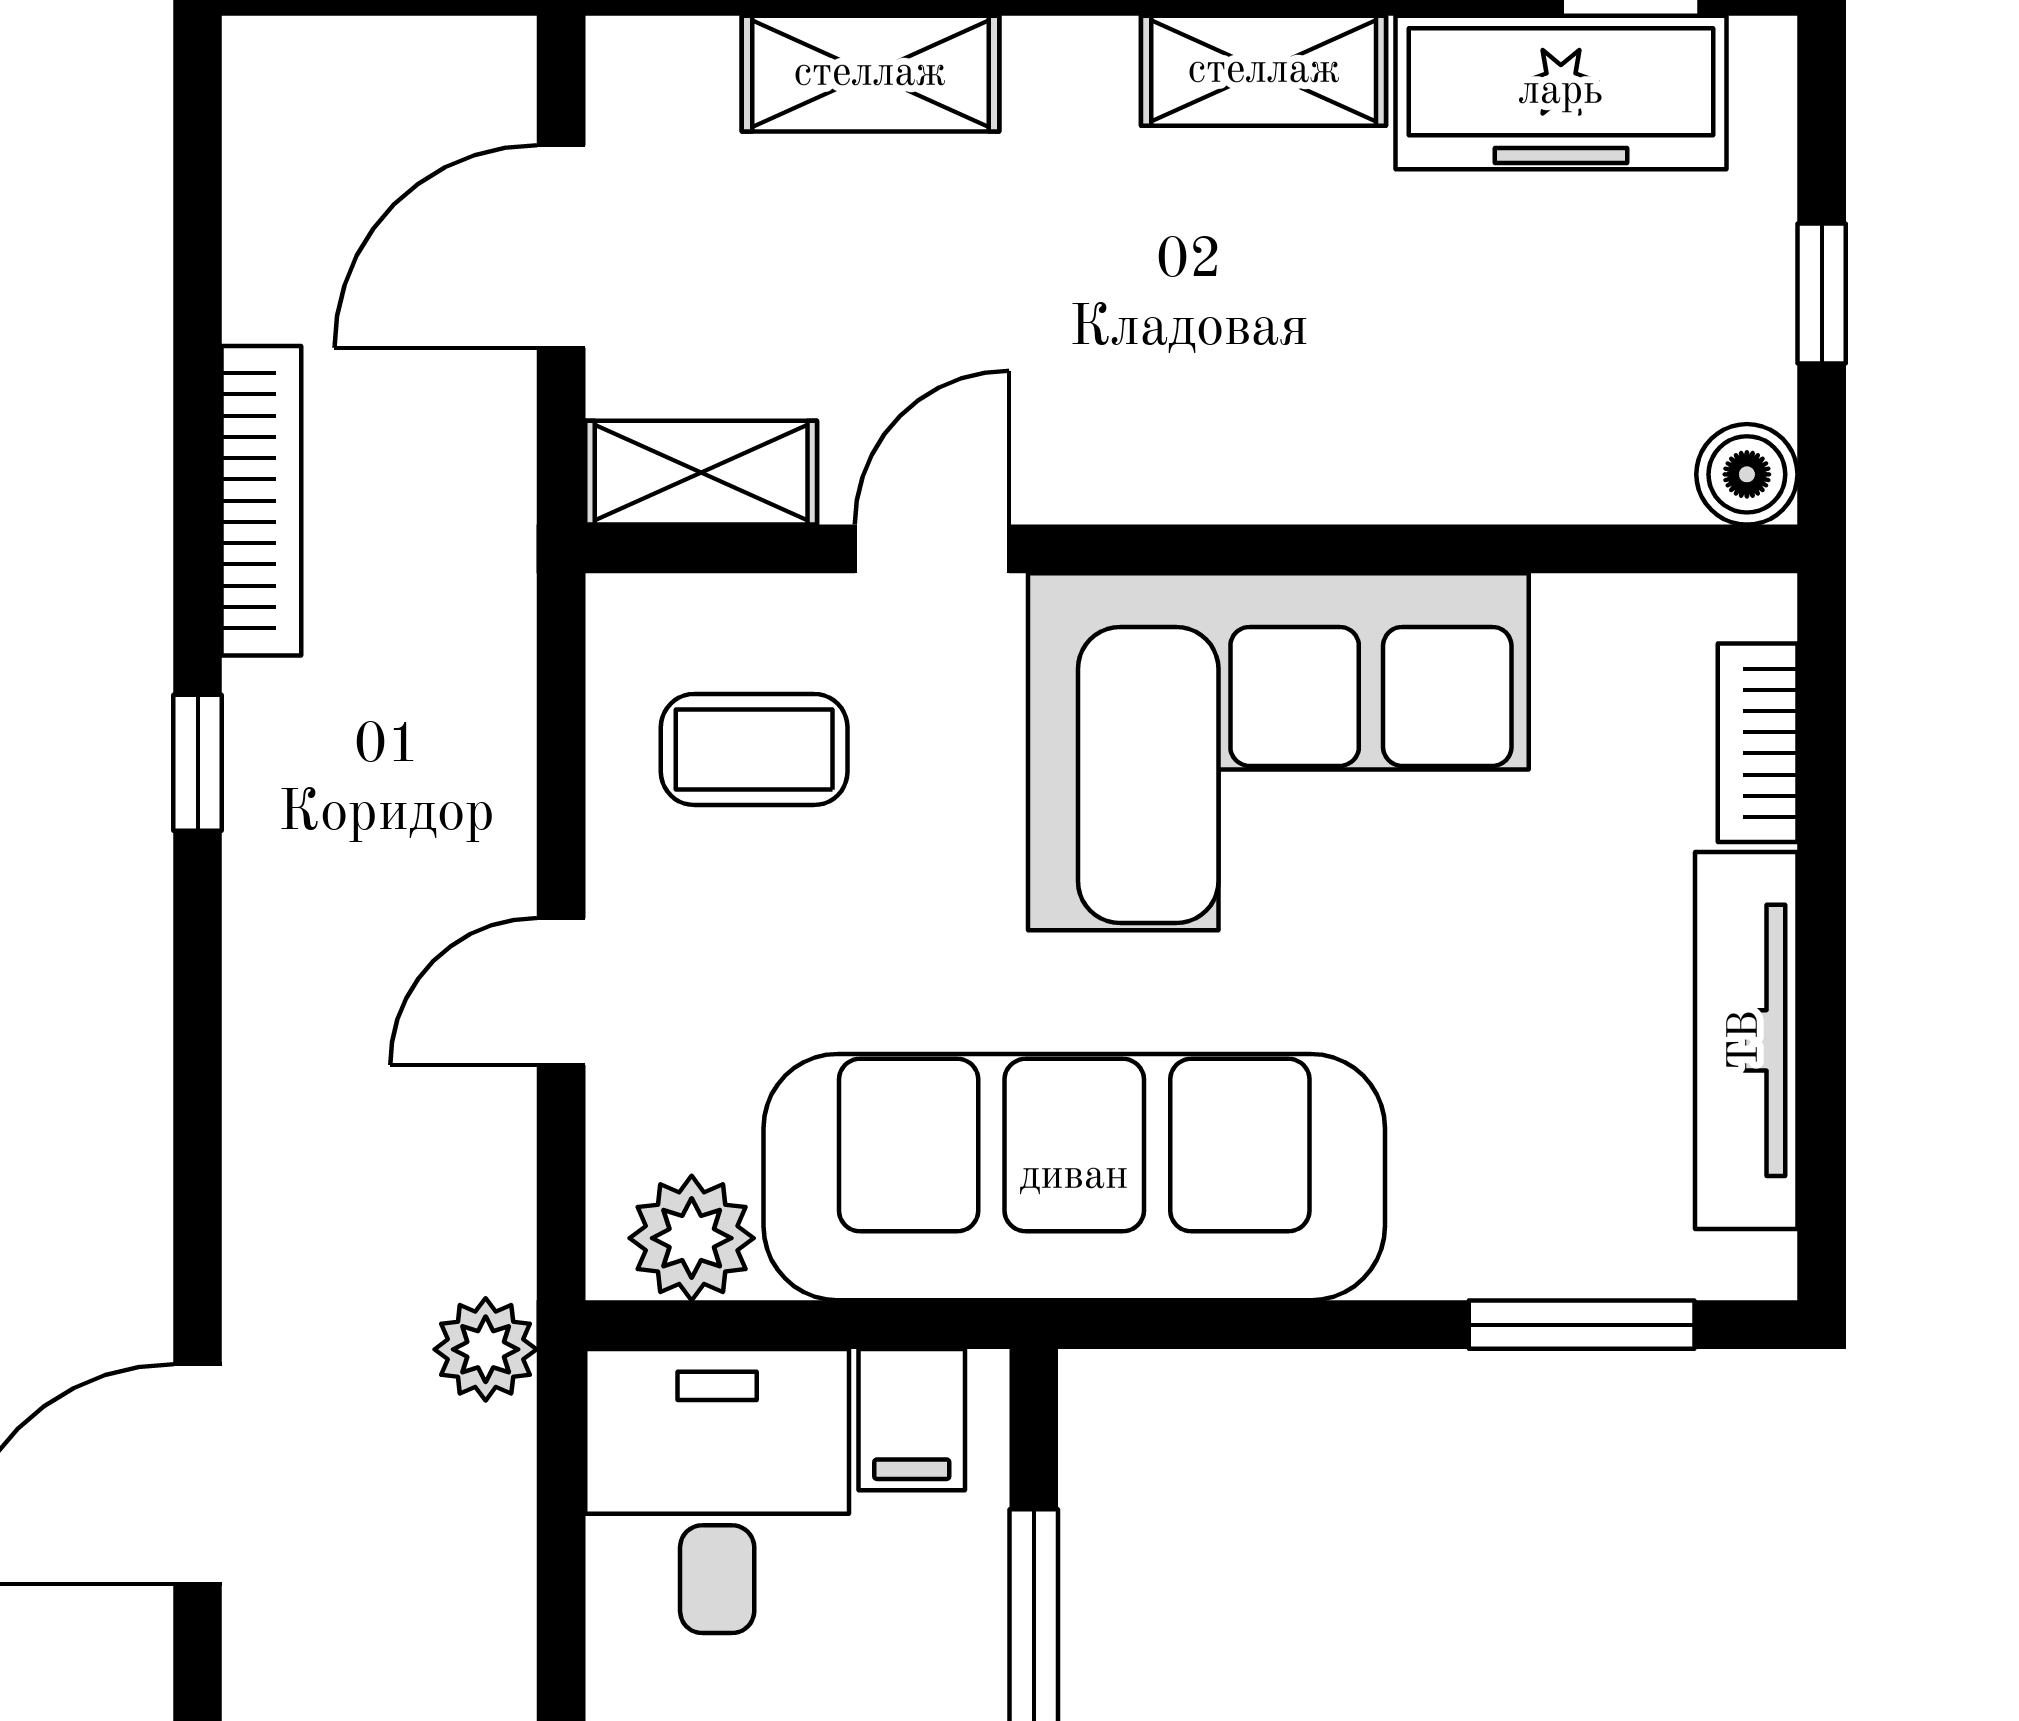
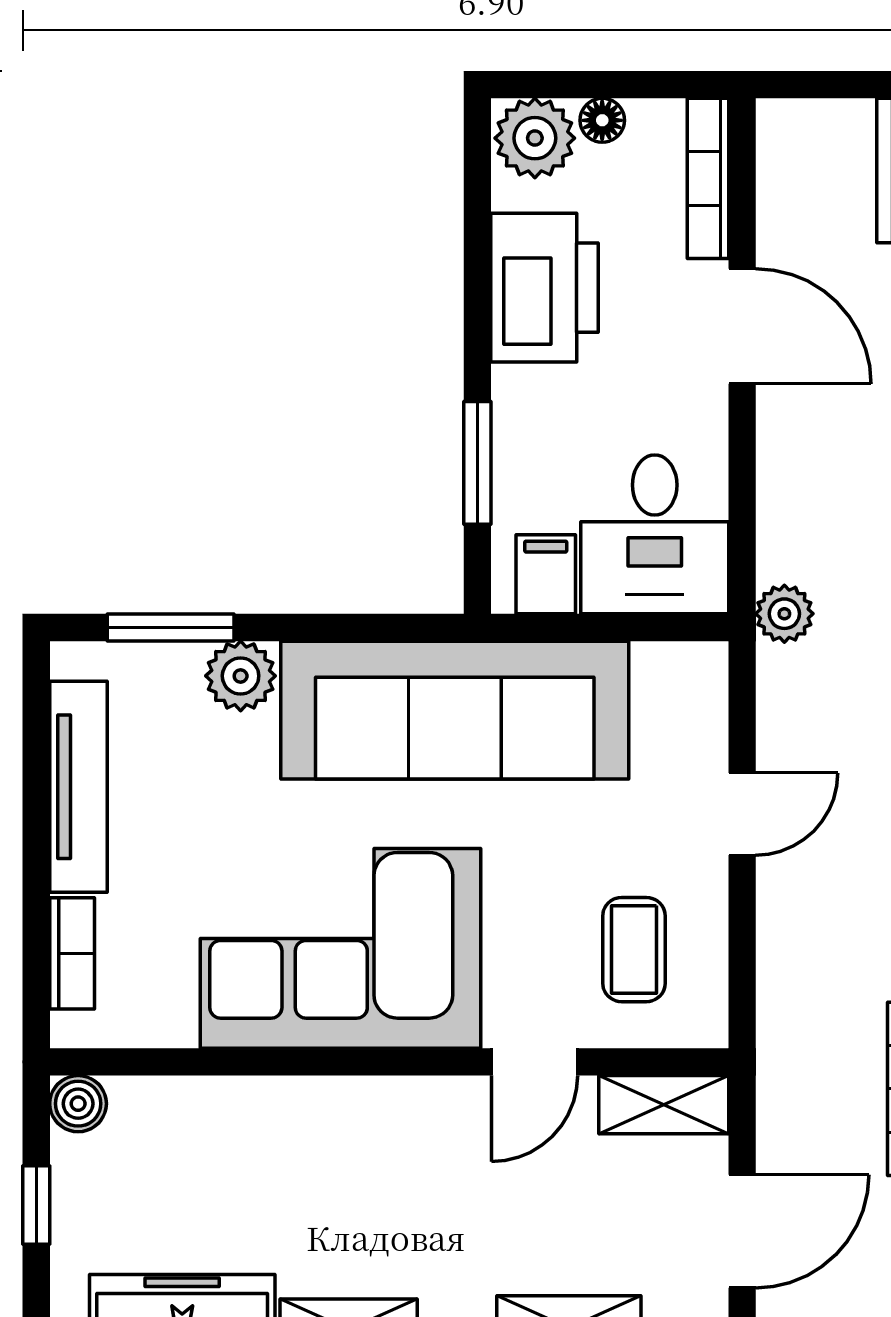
coffee table: (754, 749) -> (634, 950), turned 90
plant: (692, 1238) -> (241, 676), moved

